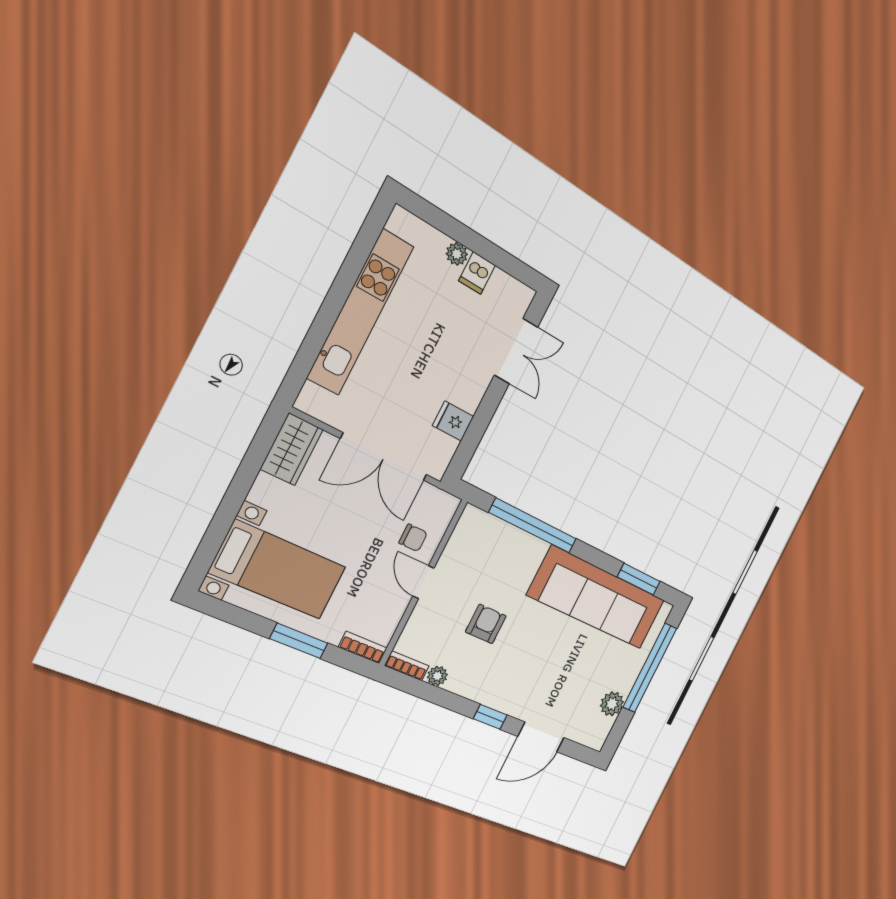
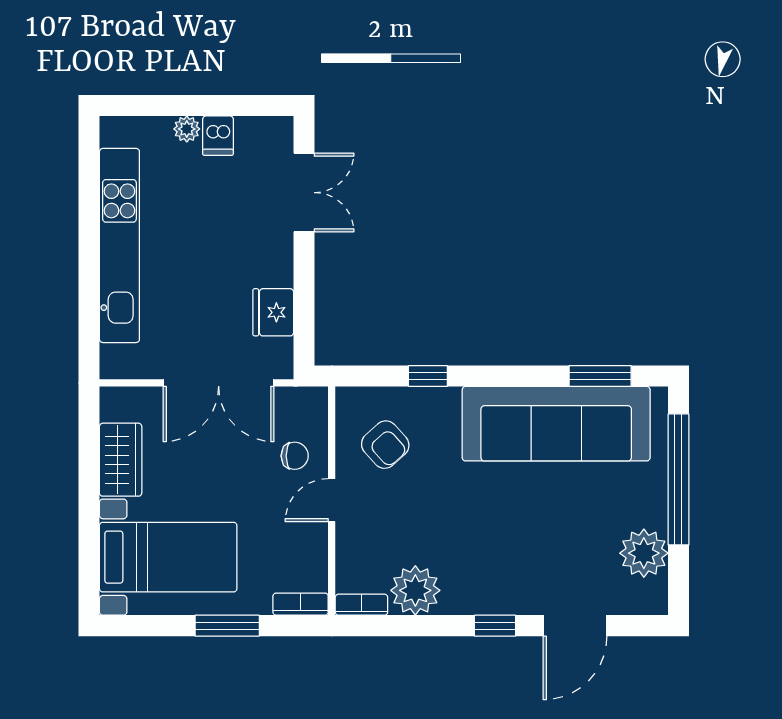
fridge: (453, 421) -> (273, 312), width x1.38
wardrobe: (292, 449) -> (121, 460), moved
window: (533, 526) -> (428, 376), width x0.32
door: (423, 582) -> (332, 500), hinge flipped
armchair: (486, 624) -> (385, 445), moved, turned 138
plant: (437, 676) -> (415, 590), width x1.88, depth x1.88
plant: (612, 704) -> (644, 553), width x1.36, depth x1.36

